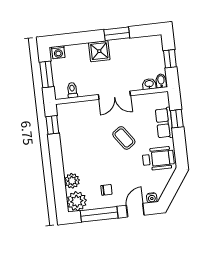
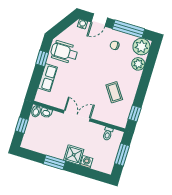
washing machine: (58, 52) -> (86, 162), moved
window: (177, 119) -> (42, 58), moved
coffee table: (124, 138) -> (114, 92), moved

